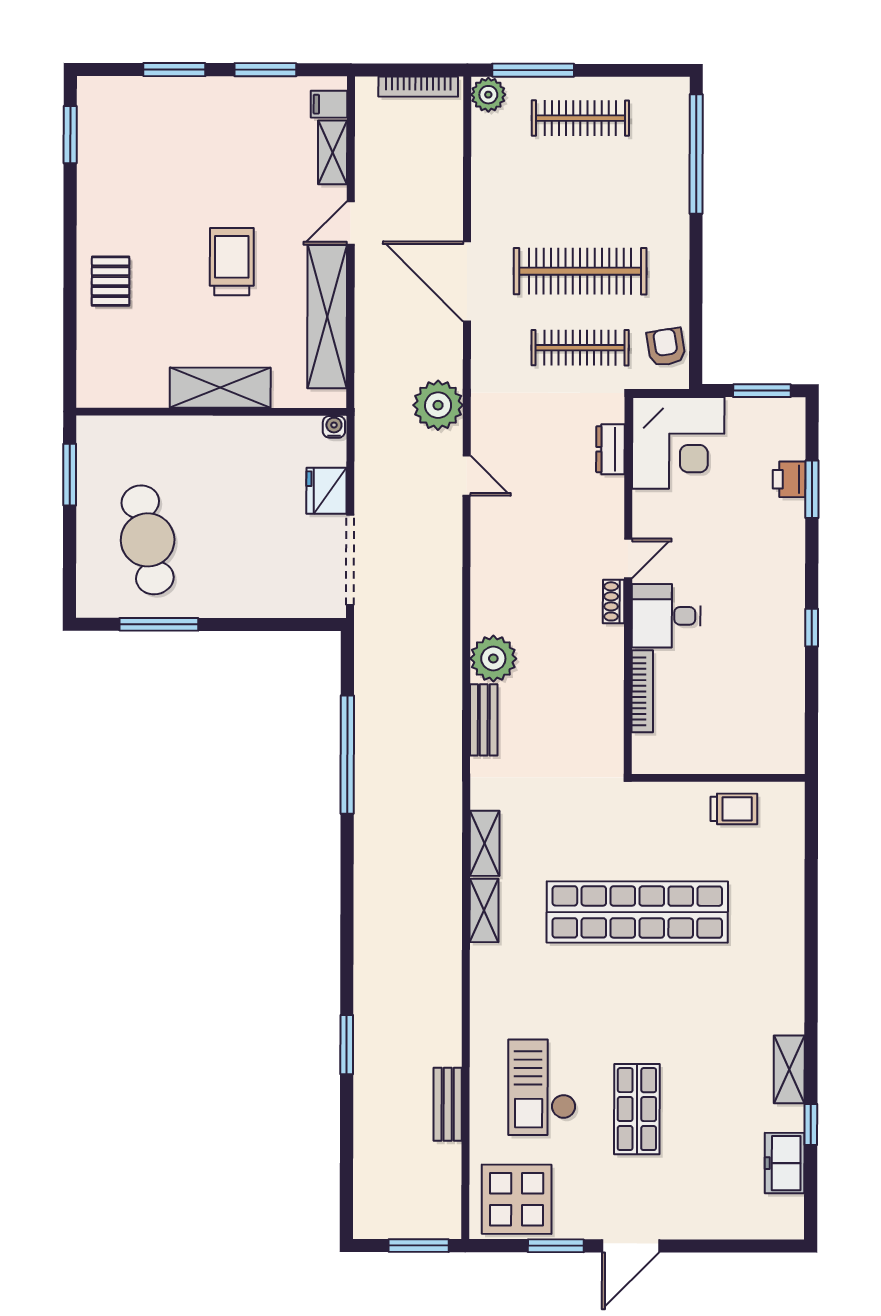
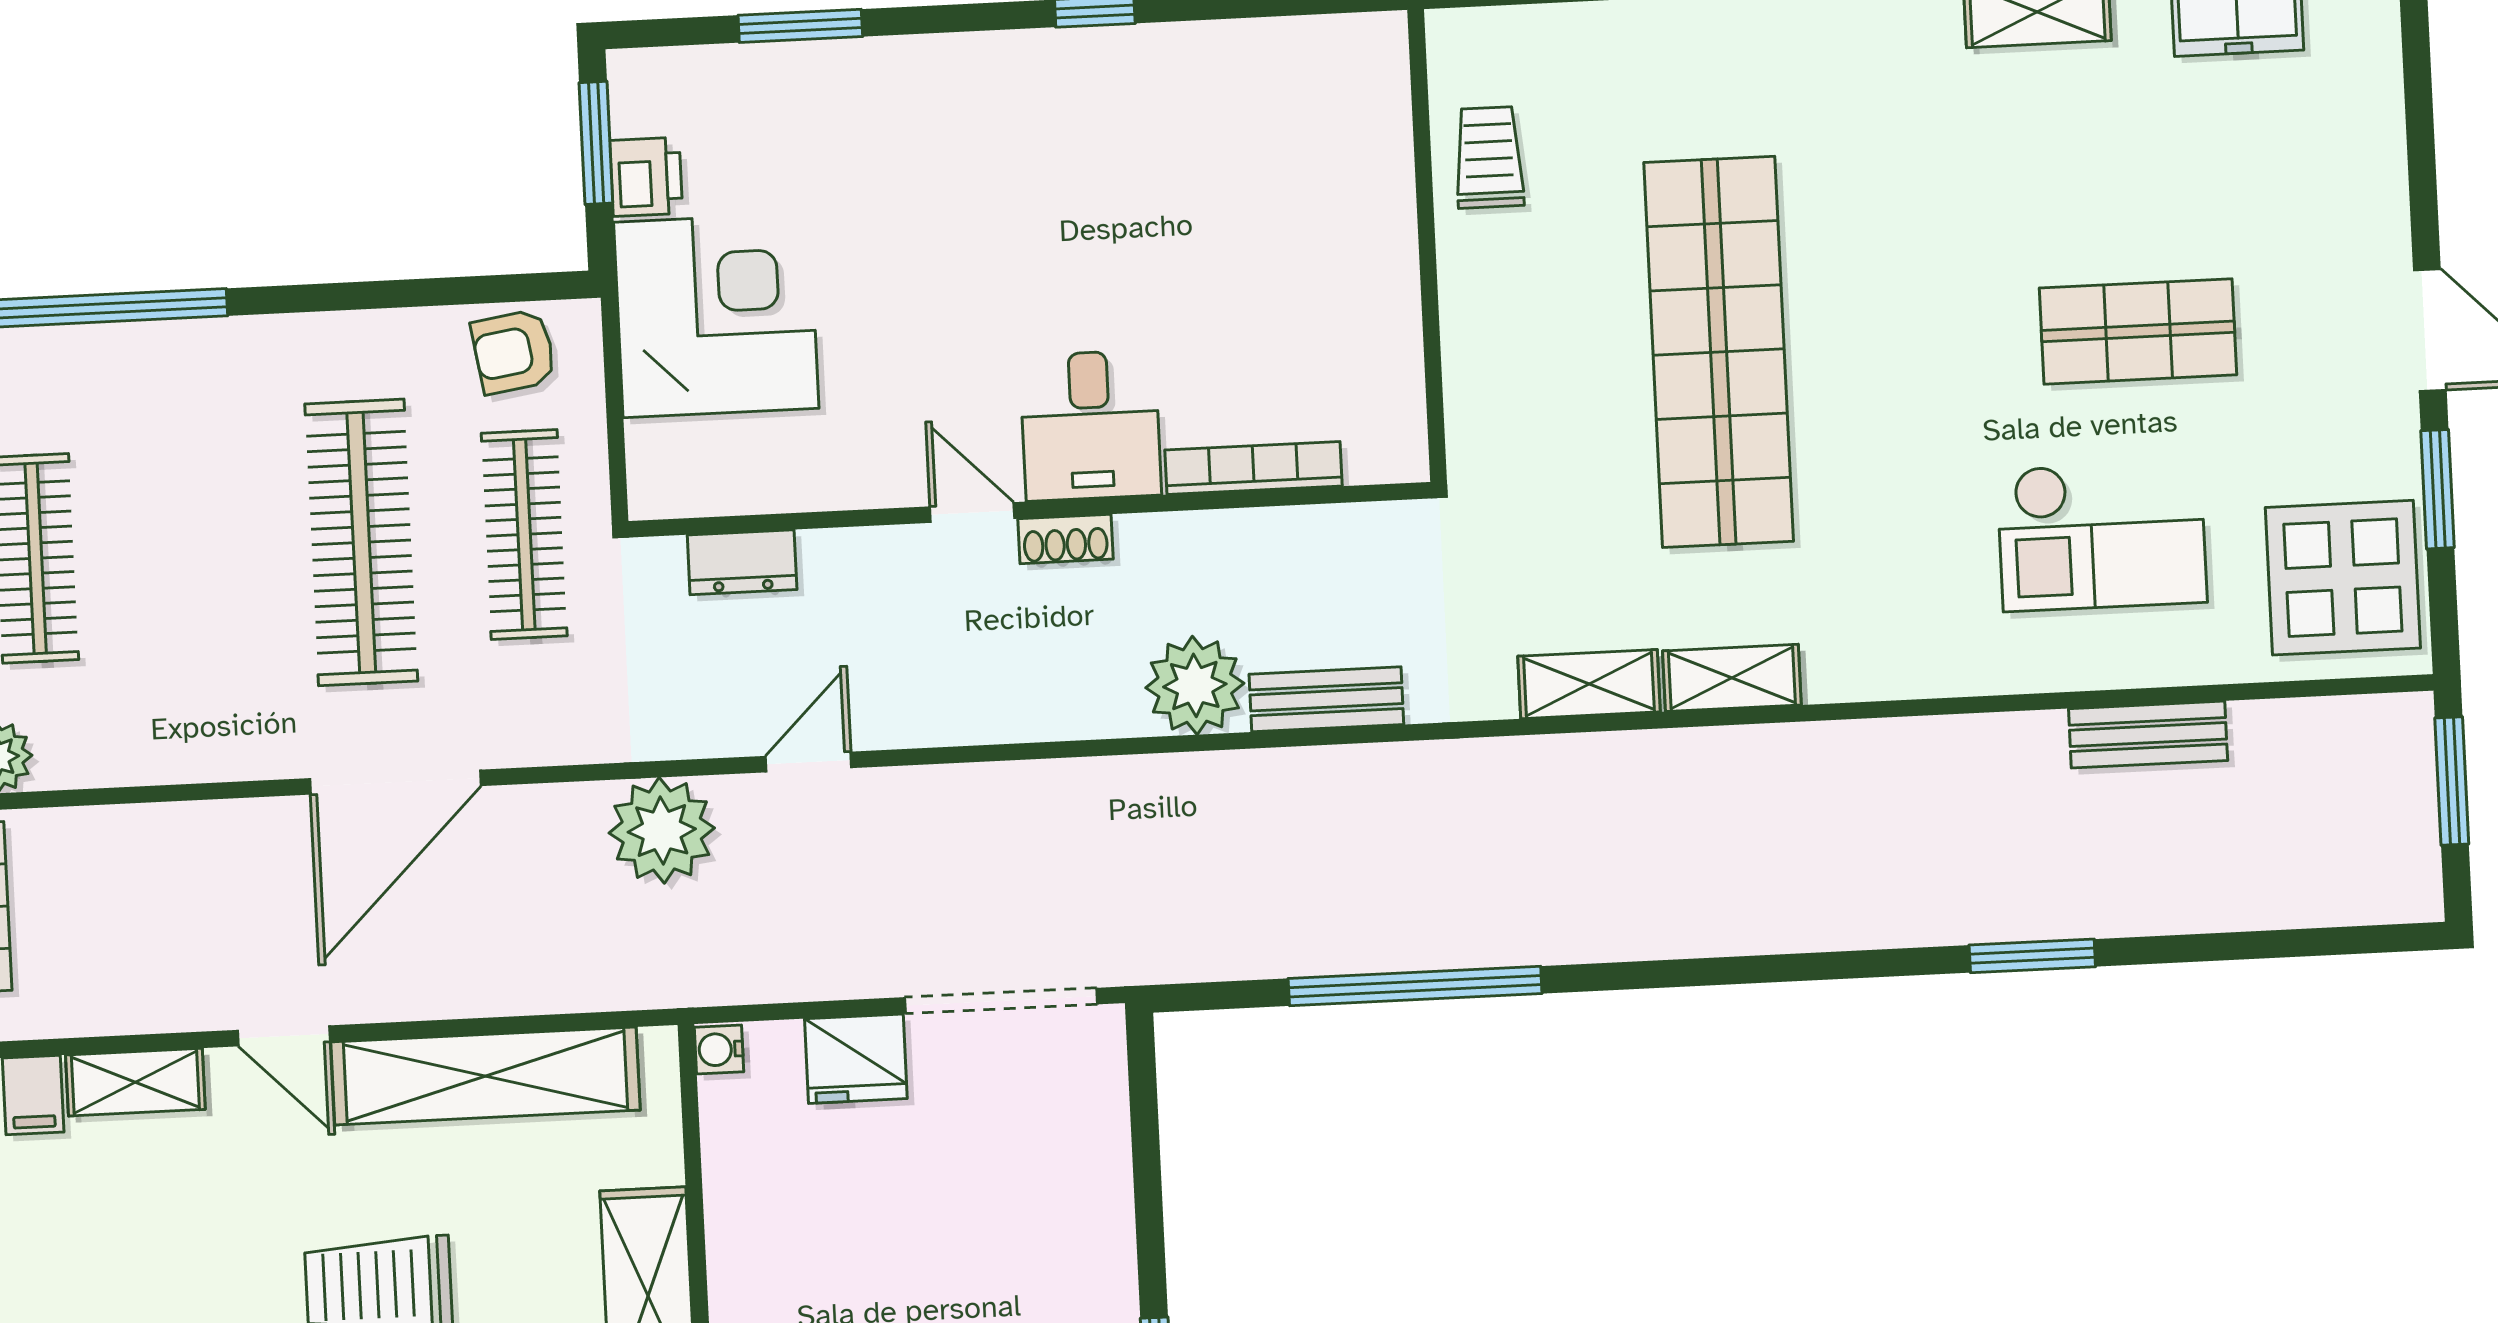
dresser: (610, 449) -> (742, 562), moved
printer: (789, 479) -> (646, 177), moved, turned -90
door: (628, 558) -> (972, 513), moved
wall: (628, 585) -> (1030, 510), moved
shoe rack: (614, 601) -> (1065, 539), moved
desk: (666, 616) -> (1090, 425), moved
bookcase: (642, 691) -> (1254, 468), moved

